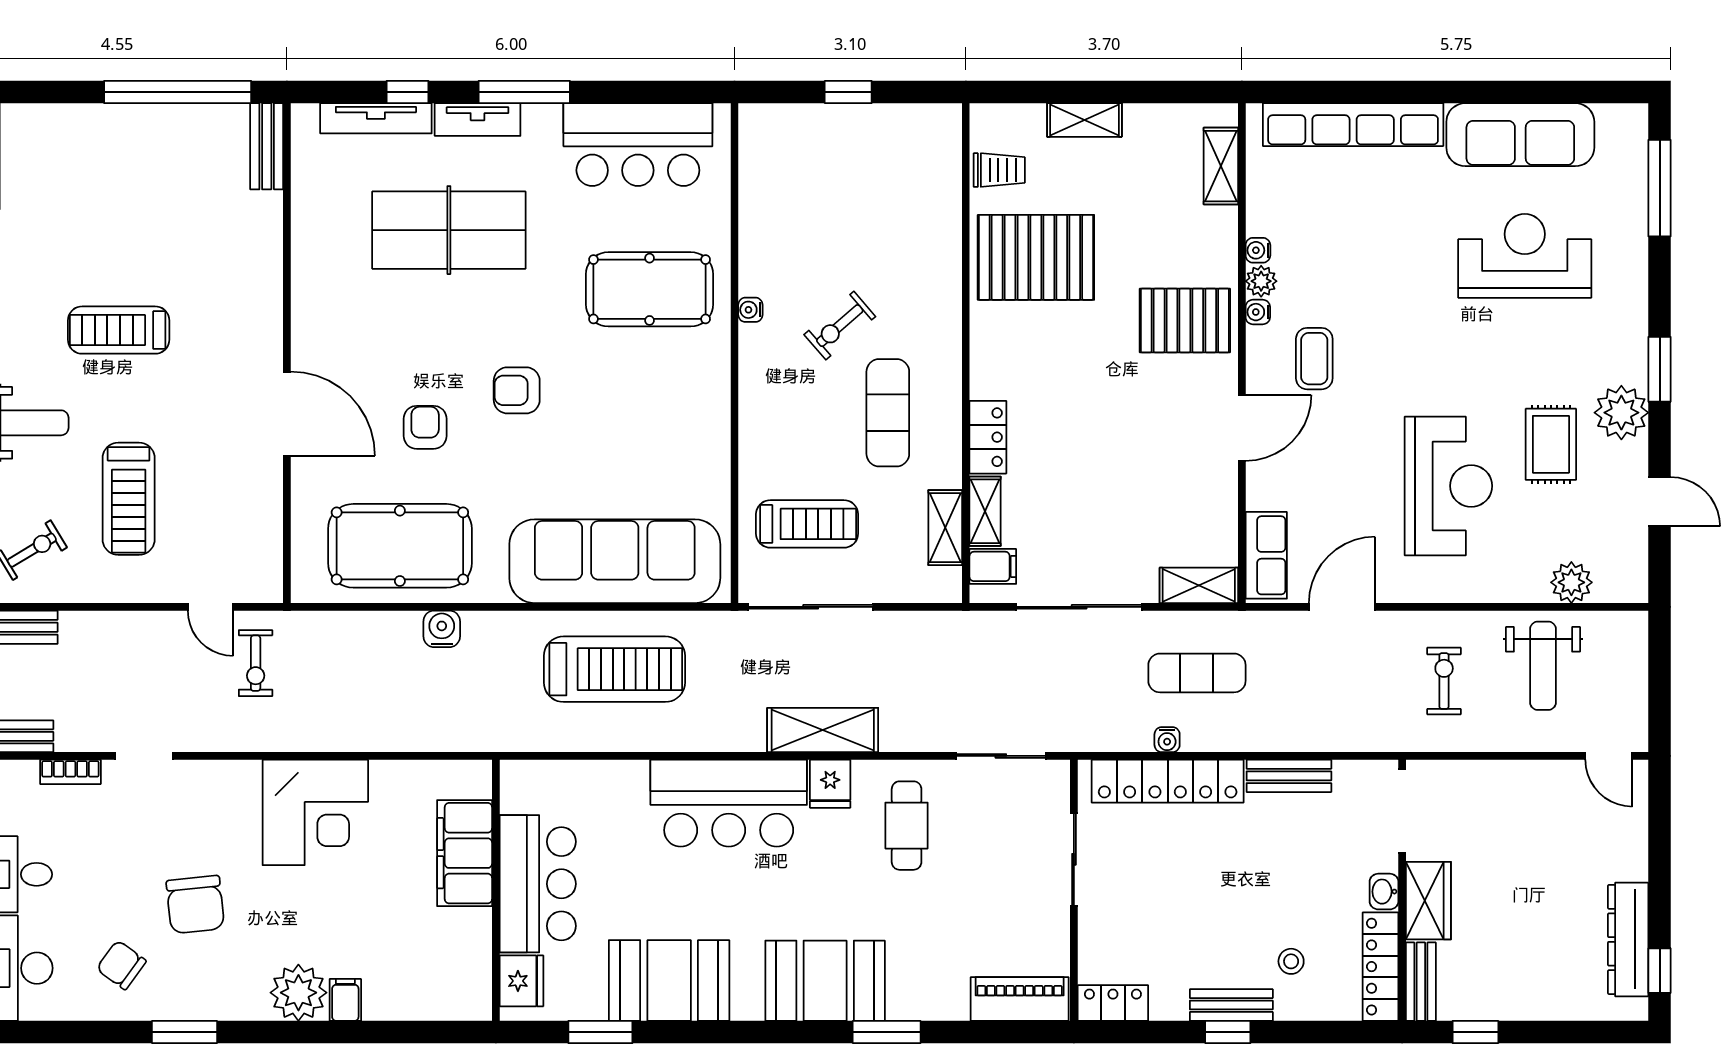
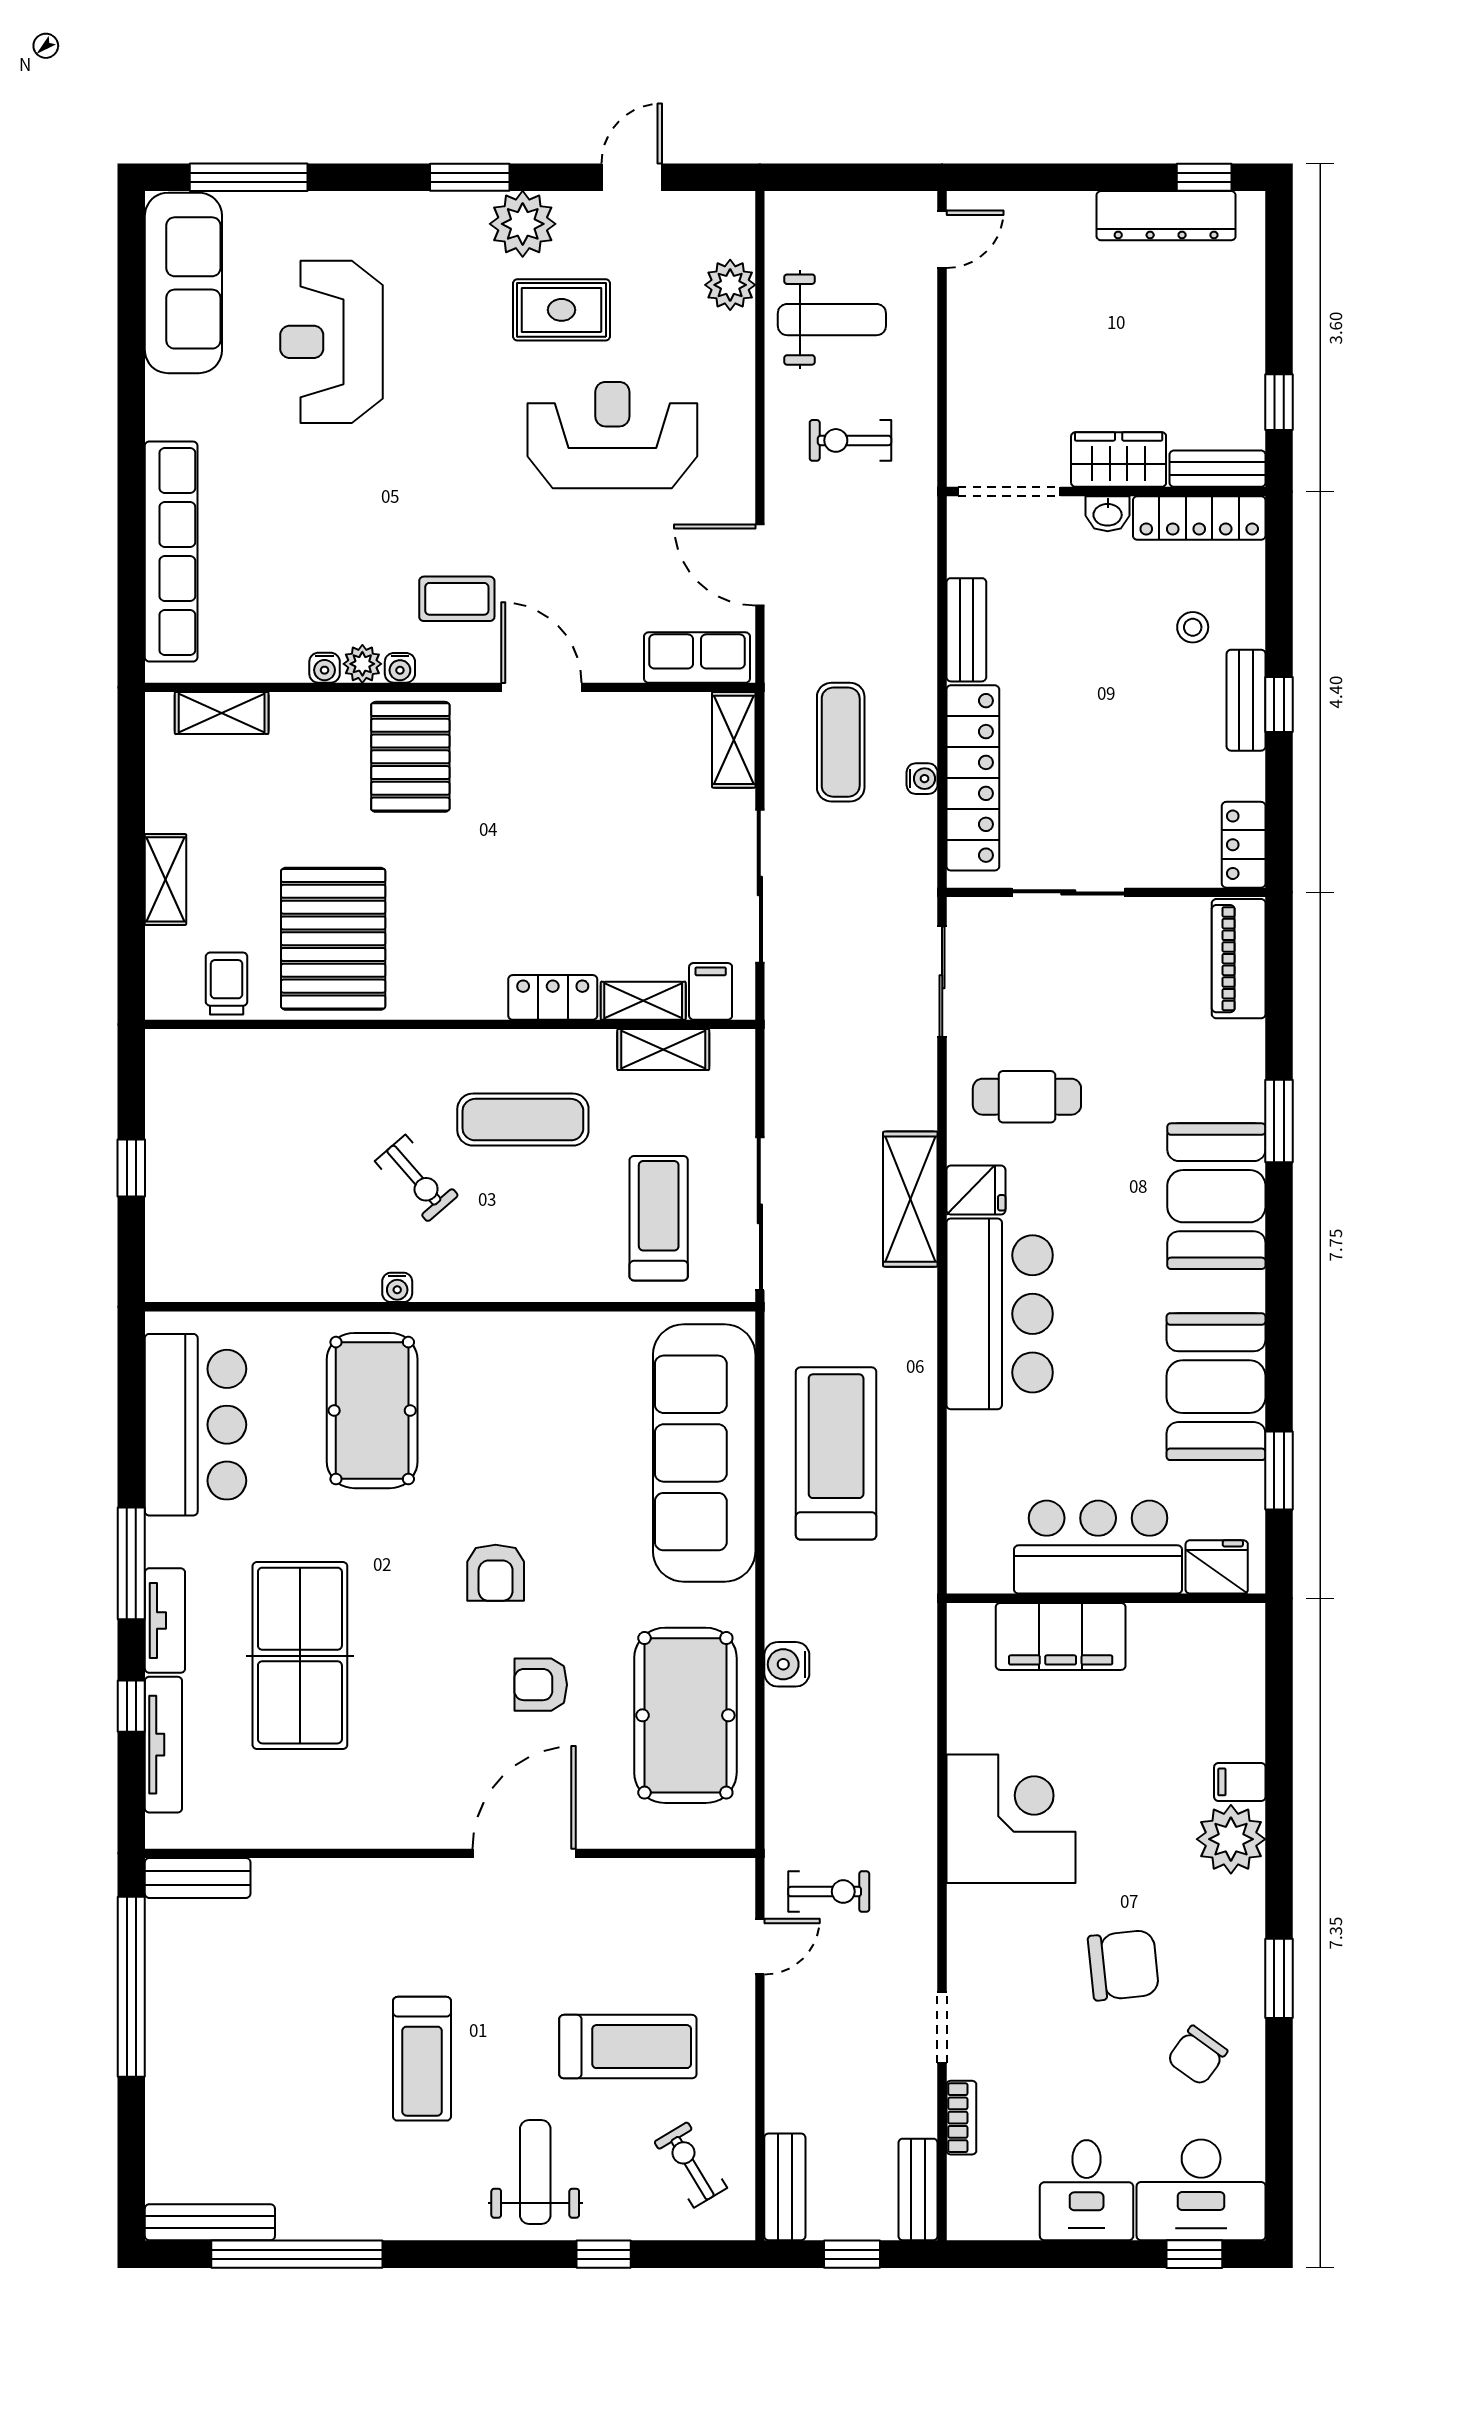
sofa: (1520, 135) -> (183, 283), moved

